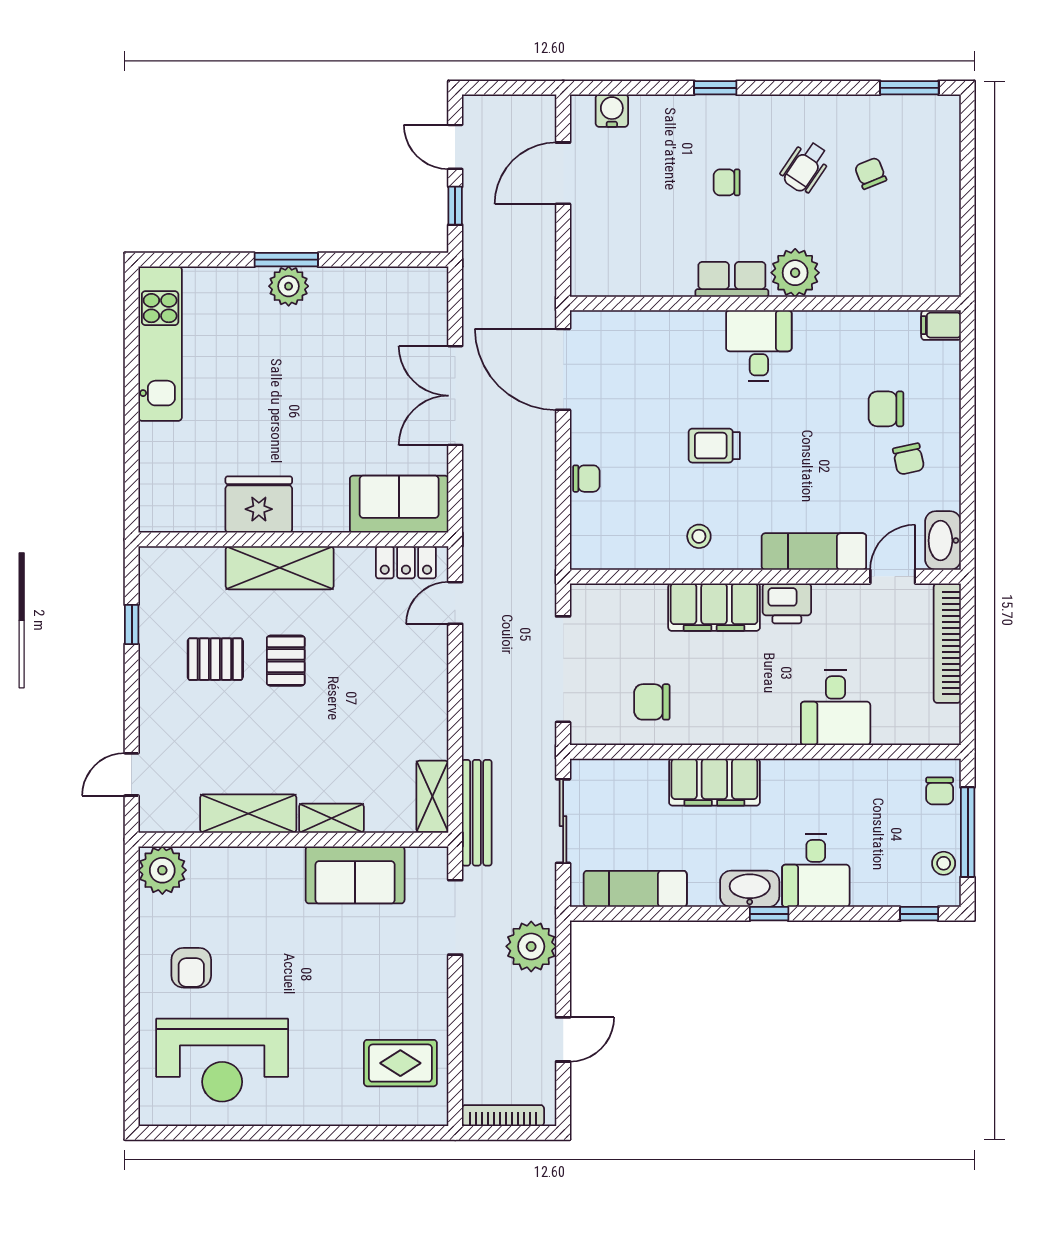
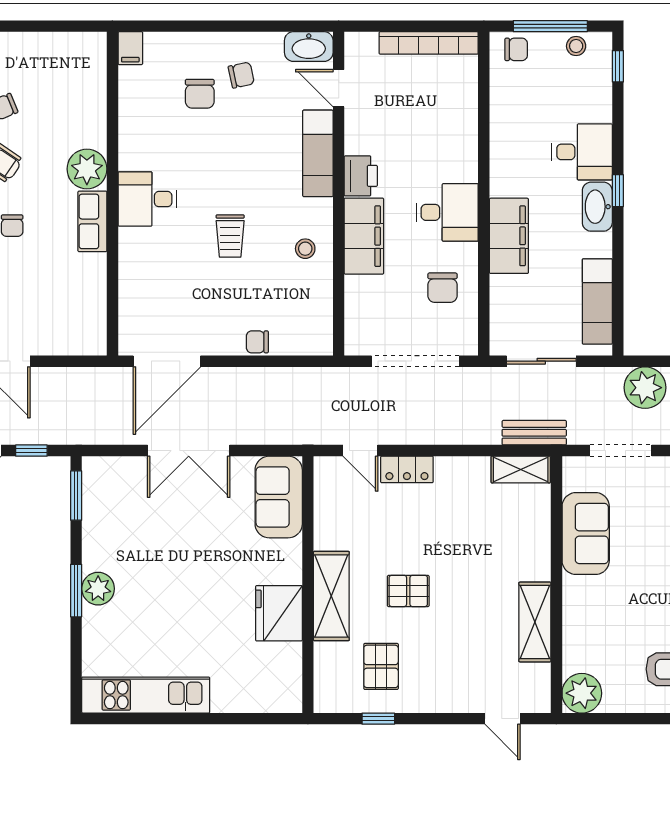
window: (401, 260) -> (76, 496), added
chair: (586, 479) -> (257, 342), turned -90
locker: (406, 562) -> (407, 469), moved, turned 90
bookcase: (947, 643) -> (429, 43), moved
pallet: (215, 659) -> (381, 666), moved
desk: (836, 708) -> (447, 212), moved
bench: (477, 813) -> (534, 433), width x0.73
shelving: (331, 818) -> (539, 553), removed

